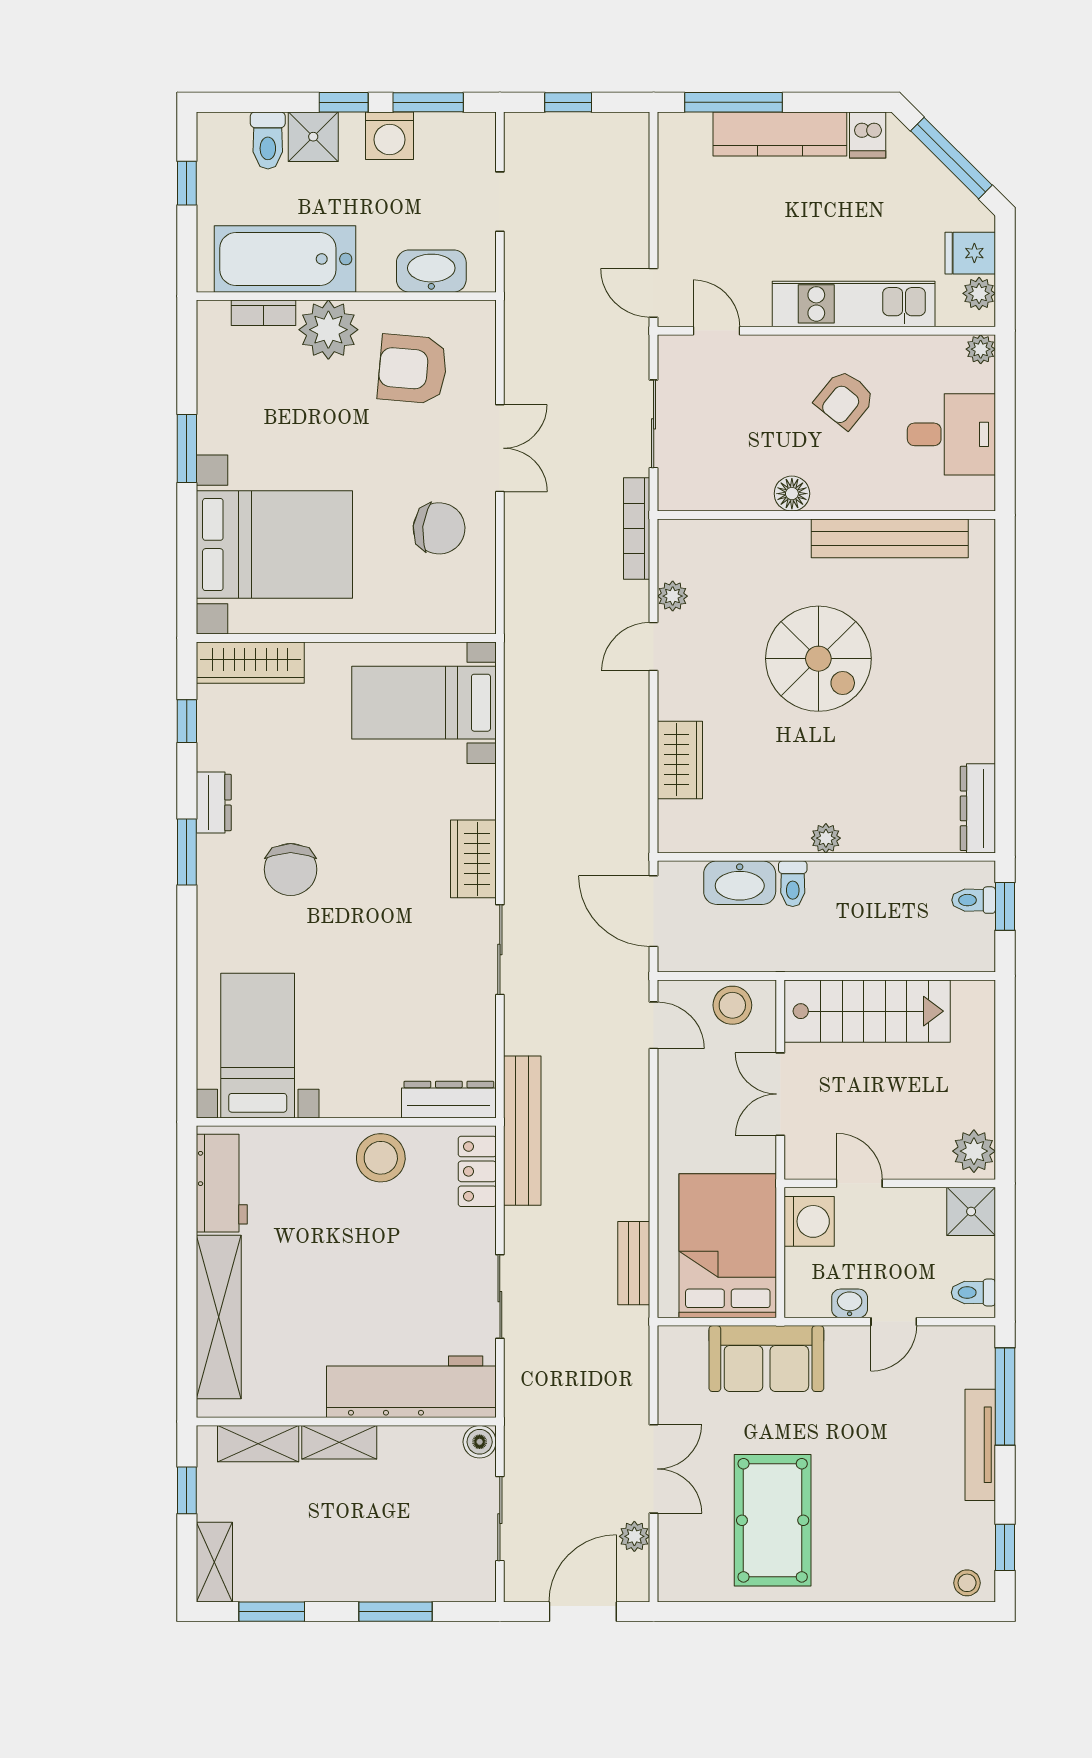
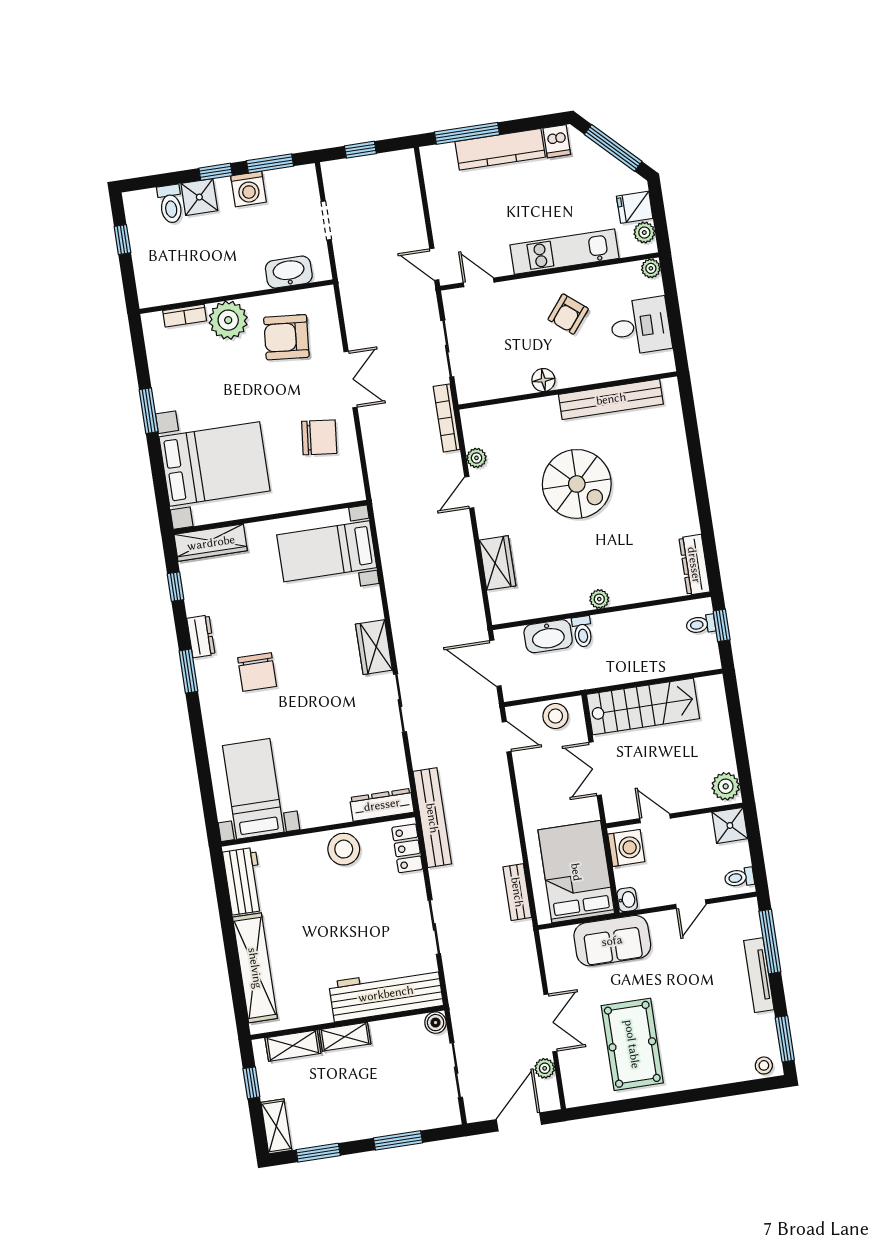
bathtub: (285, 259) -> (193, 279), removed
washbasin: (850, 1303) -> (627, 900), moved, turned 90
window: (1005, 1547) -> (785, 1039), width x1.50

